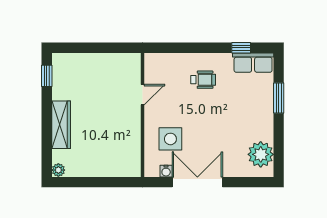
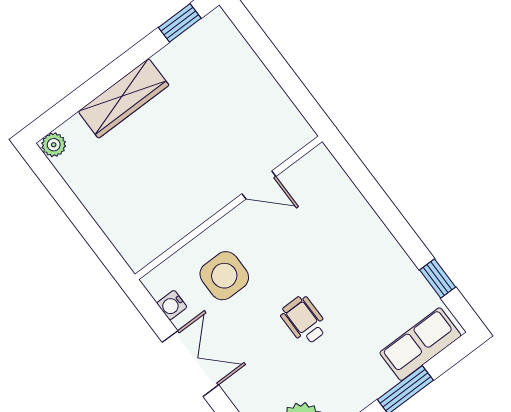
row of seats: (253, 63) -> (420, 344), moved, turned 90
wheelchair: (203, 80) -> (304, 320), moved, turned 180
double door: (197, 182) -> (190, 364), width x0.73

